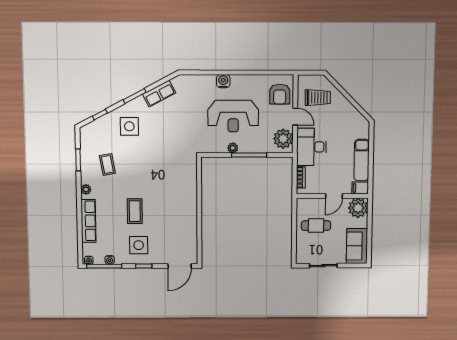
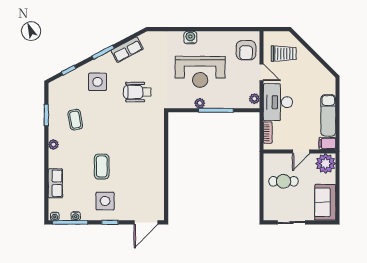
wheelchair: (170, 137) -> (137, 92), added
plant: (283, 139) -> (254, 99), width x0.53, depth x0.53
row of seats: (89, 221) -> (55, 183), width x0.68

